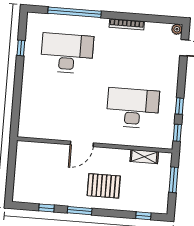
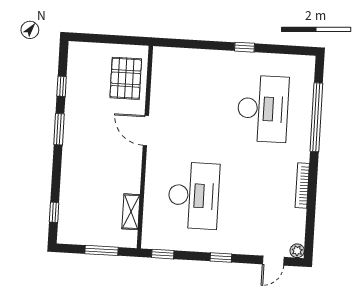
window: (21, 48) -> (244, 47), moved
window: (179, 106) -> (221, 258), moved
pallet: (104, 186) -> (126, 78), moved

